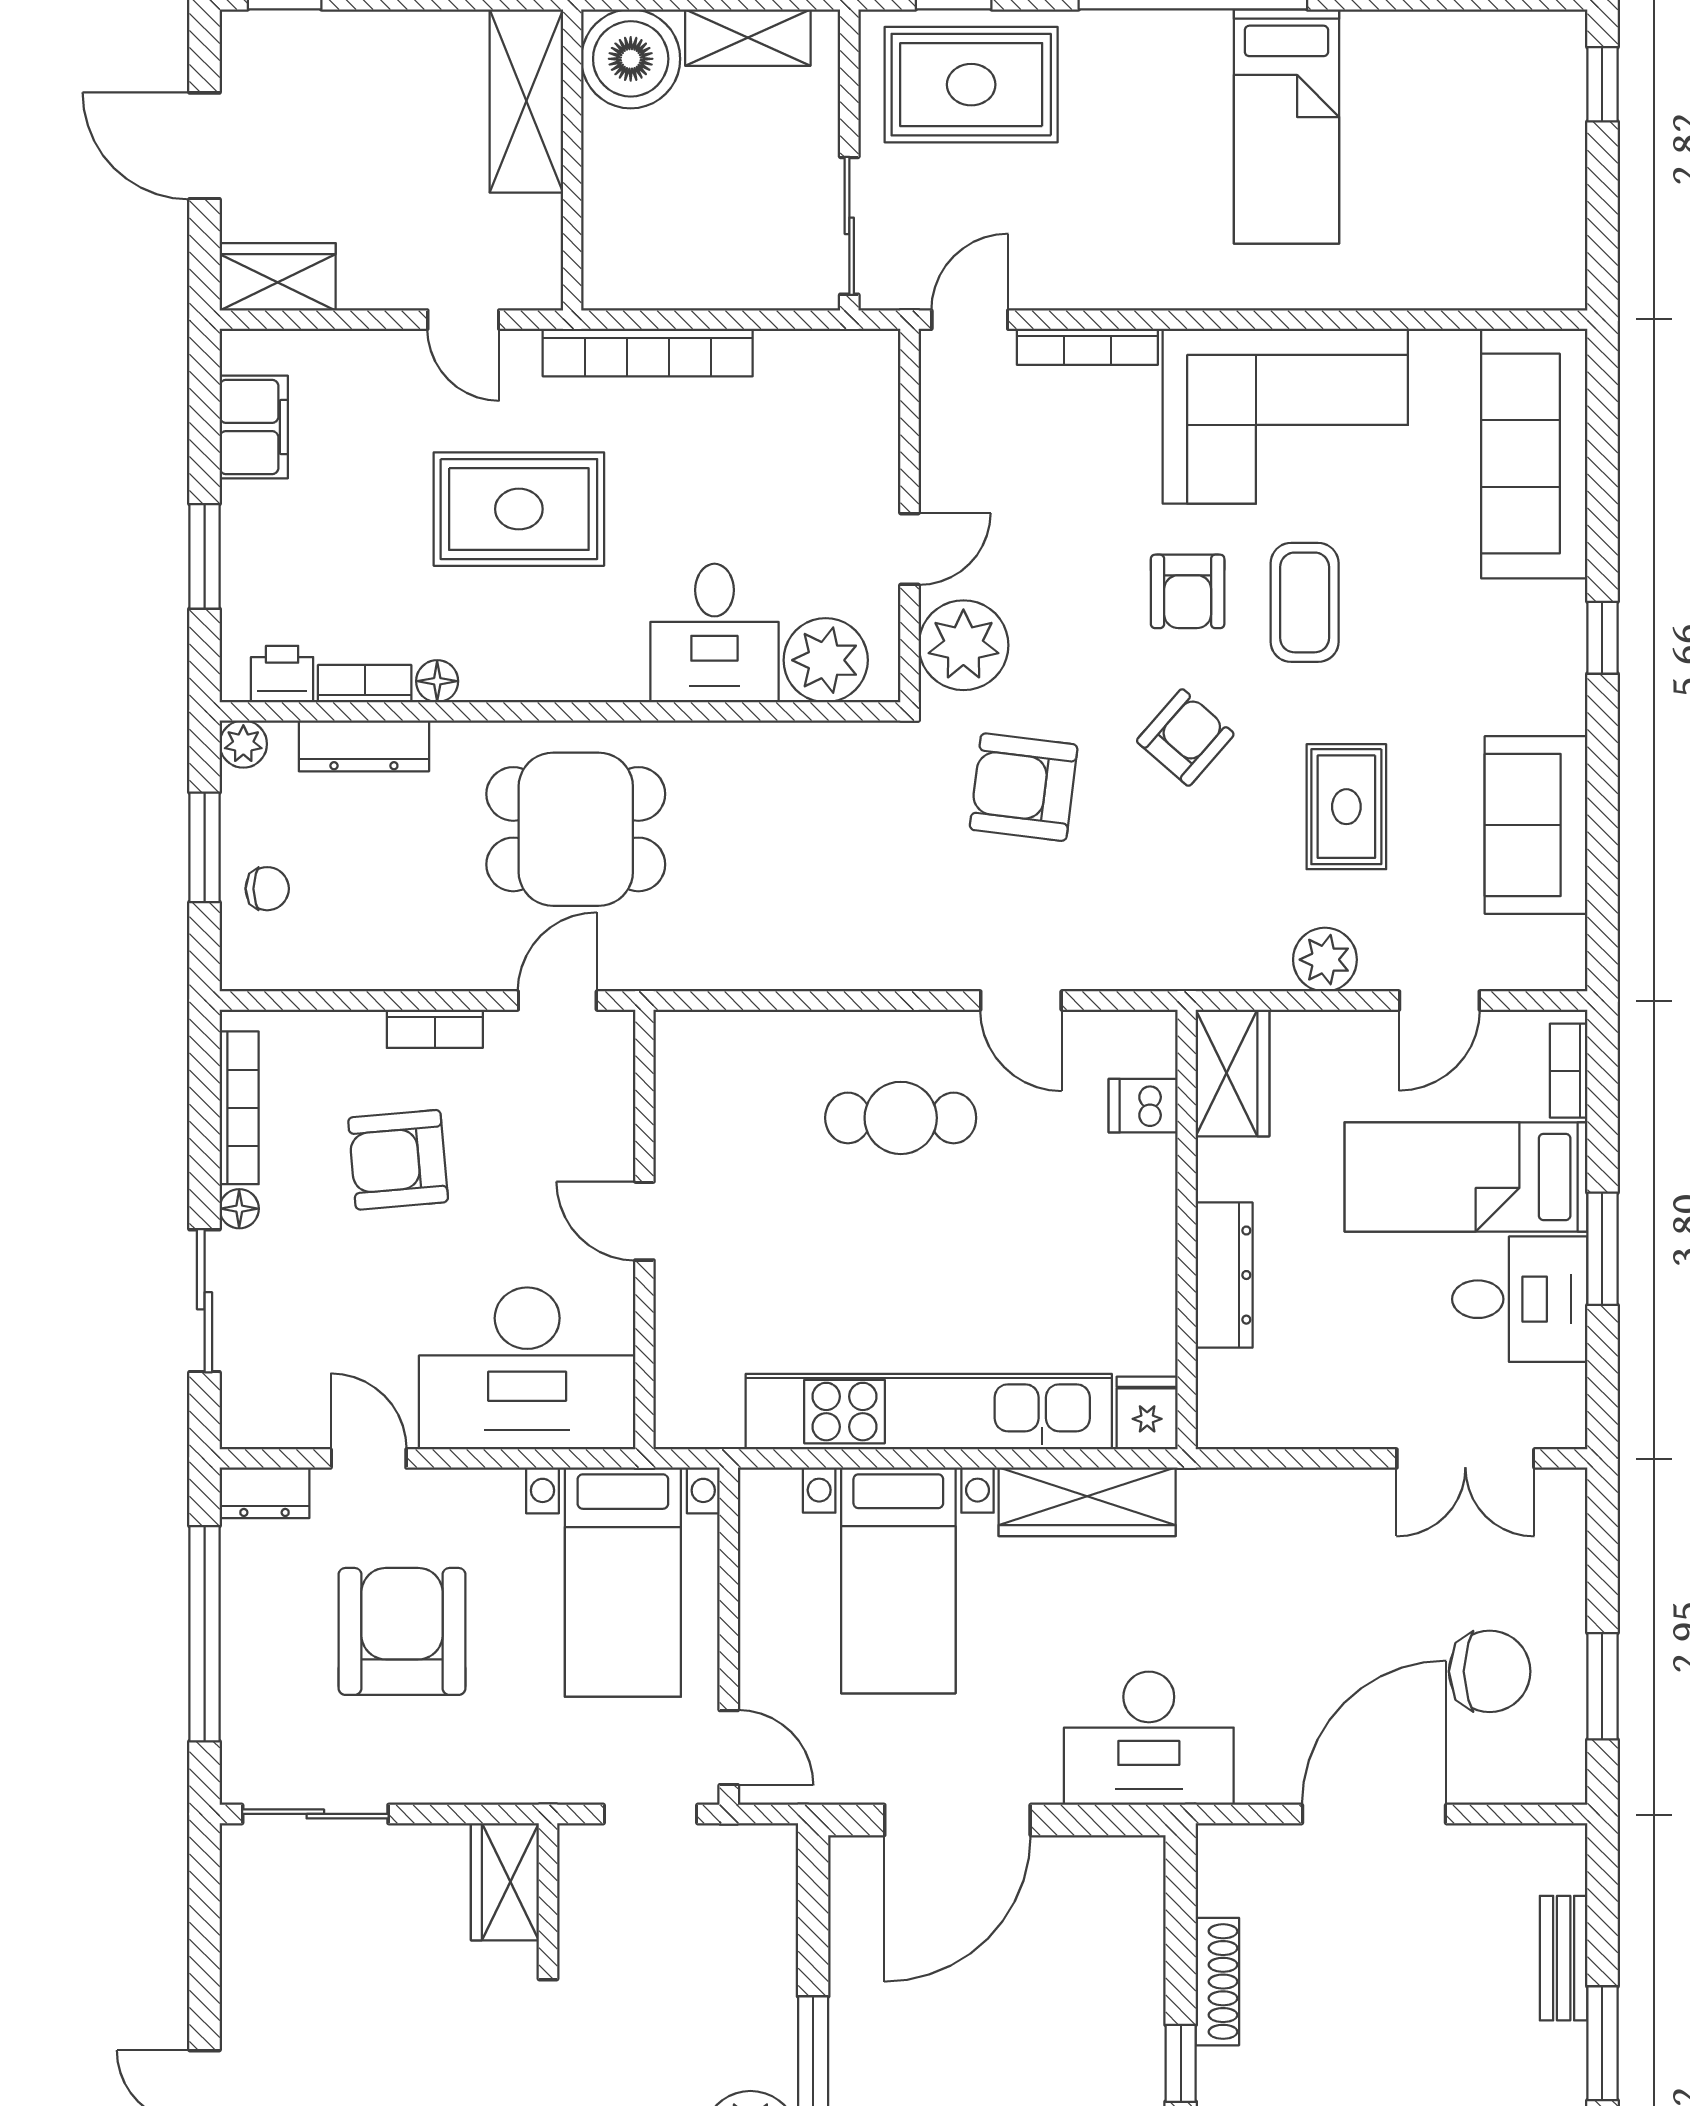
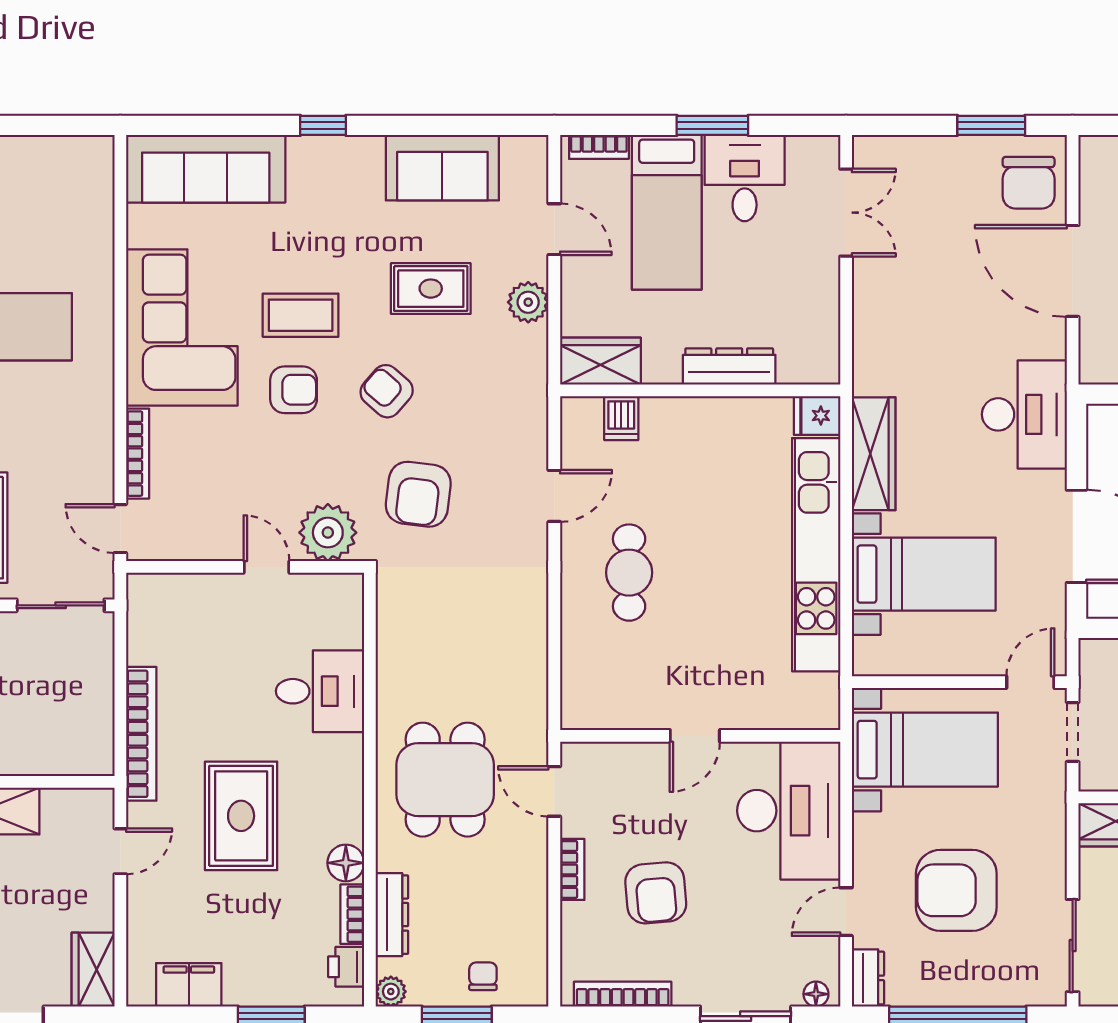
plant: (826, 660) -> (337, 620), removed
floor lamp: (437, 681) -> (346, 863), width x1.37, depth x1.37
floor lamp: (239, 1209) -> (816, 994), moved
chair: (1490, 1671) -> (1029, 183), moved, turned 180

